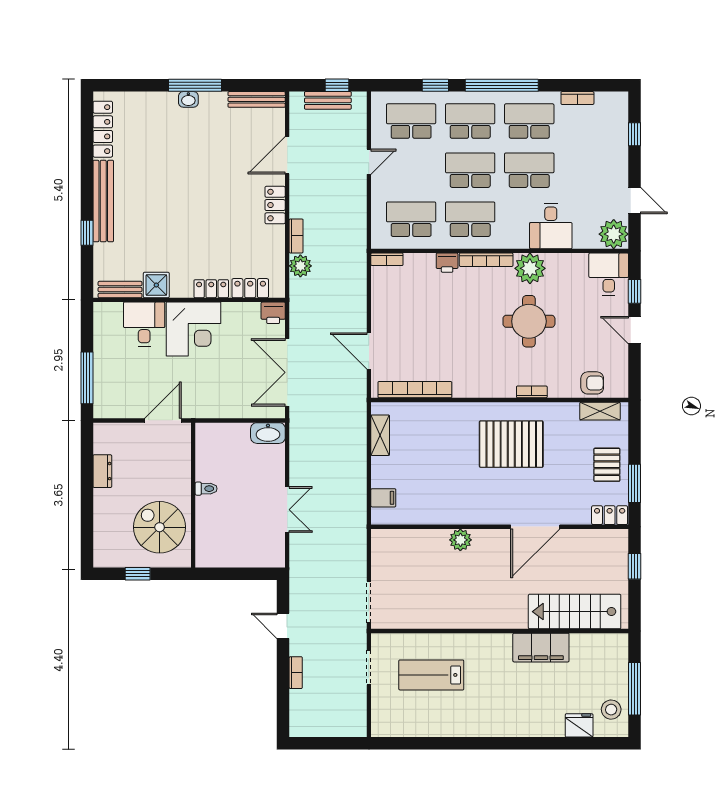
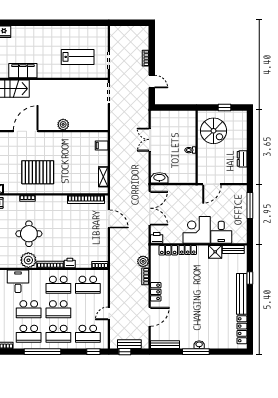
window: (435, 85) -> (93, 352), moved

